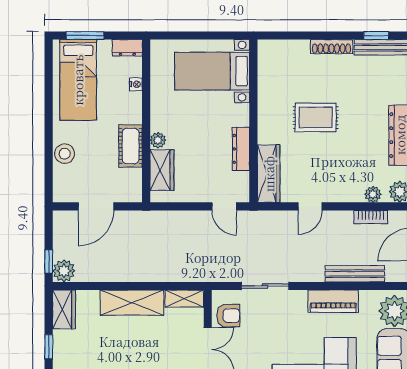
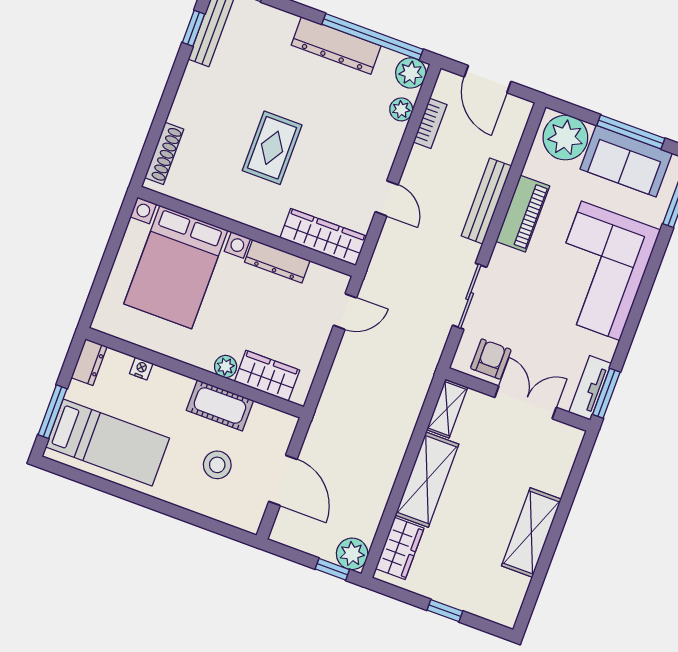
shoe rack: (331, 47) -> (164, 153), moved
bed with nightstands: (212, 71) -> (176, 267), width x1.36
stool: (65, 154) -> (217, 465), moved
bench: (355, 274) -> (486, 201), moved
wardrobe: (64, 309) -> (400, 548), moved, turned 90

